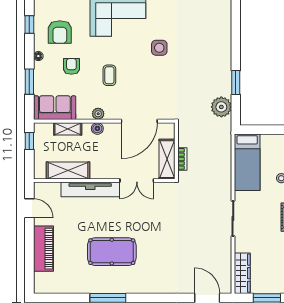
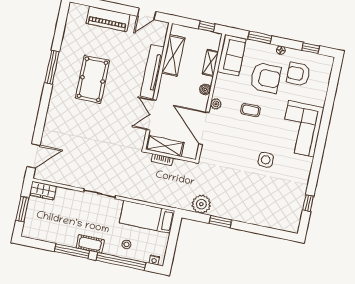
armchair: (71, 66) -> (266, 78), width x1.88, depth x1.88
plant: (98, 114) -> (216, 104), moved
wardrobe: (242, 273) -> (43, 191), width x0.67

